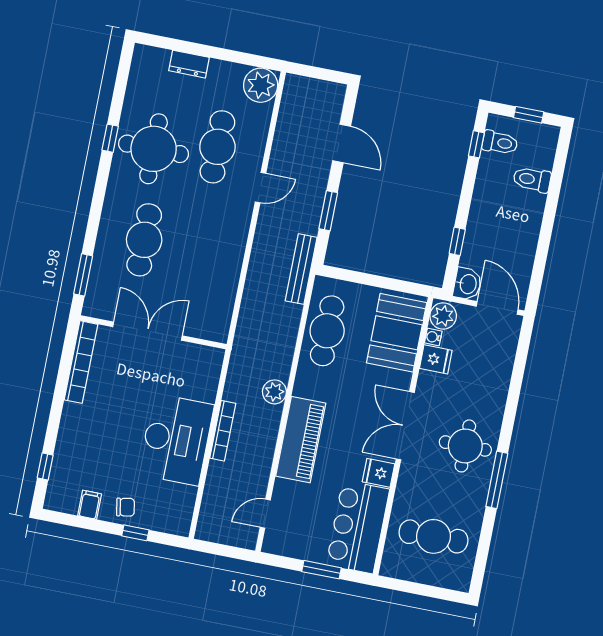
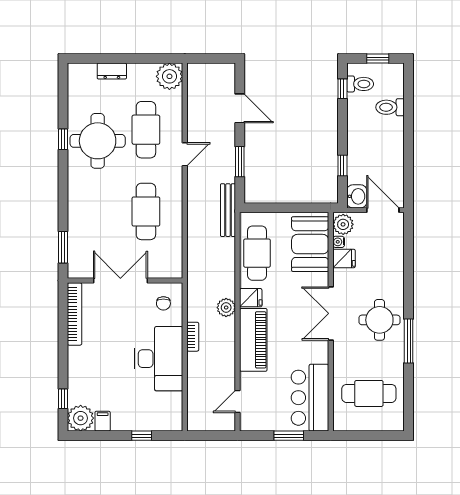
cafe table: (144, 240) -> (146, 211), moved
bookcase: (223, 431) -> (193, 337), width x0.64
fridge: (378, 473) -> (251, 298), moved, turned 180
plant: (62, 495) -> (81, 418), added
chair: (126, 507) -> (163, 303), moved, turned 100

